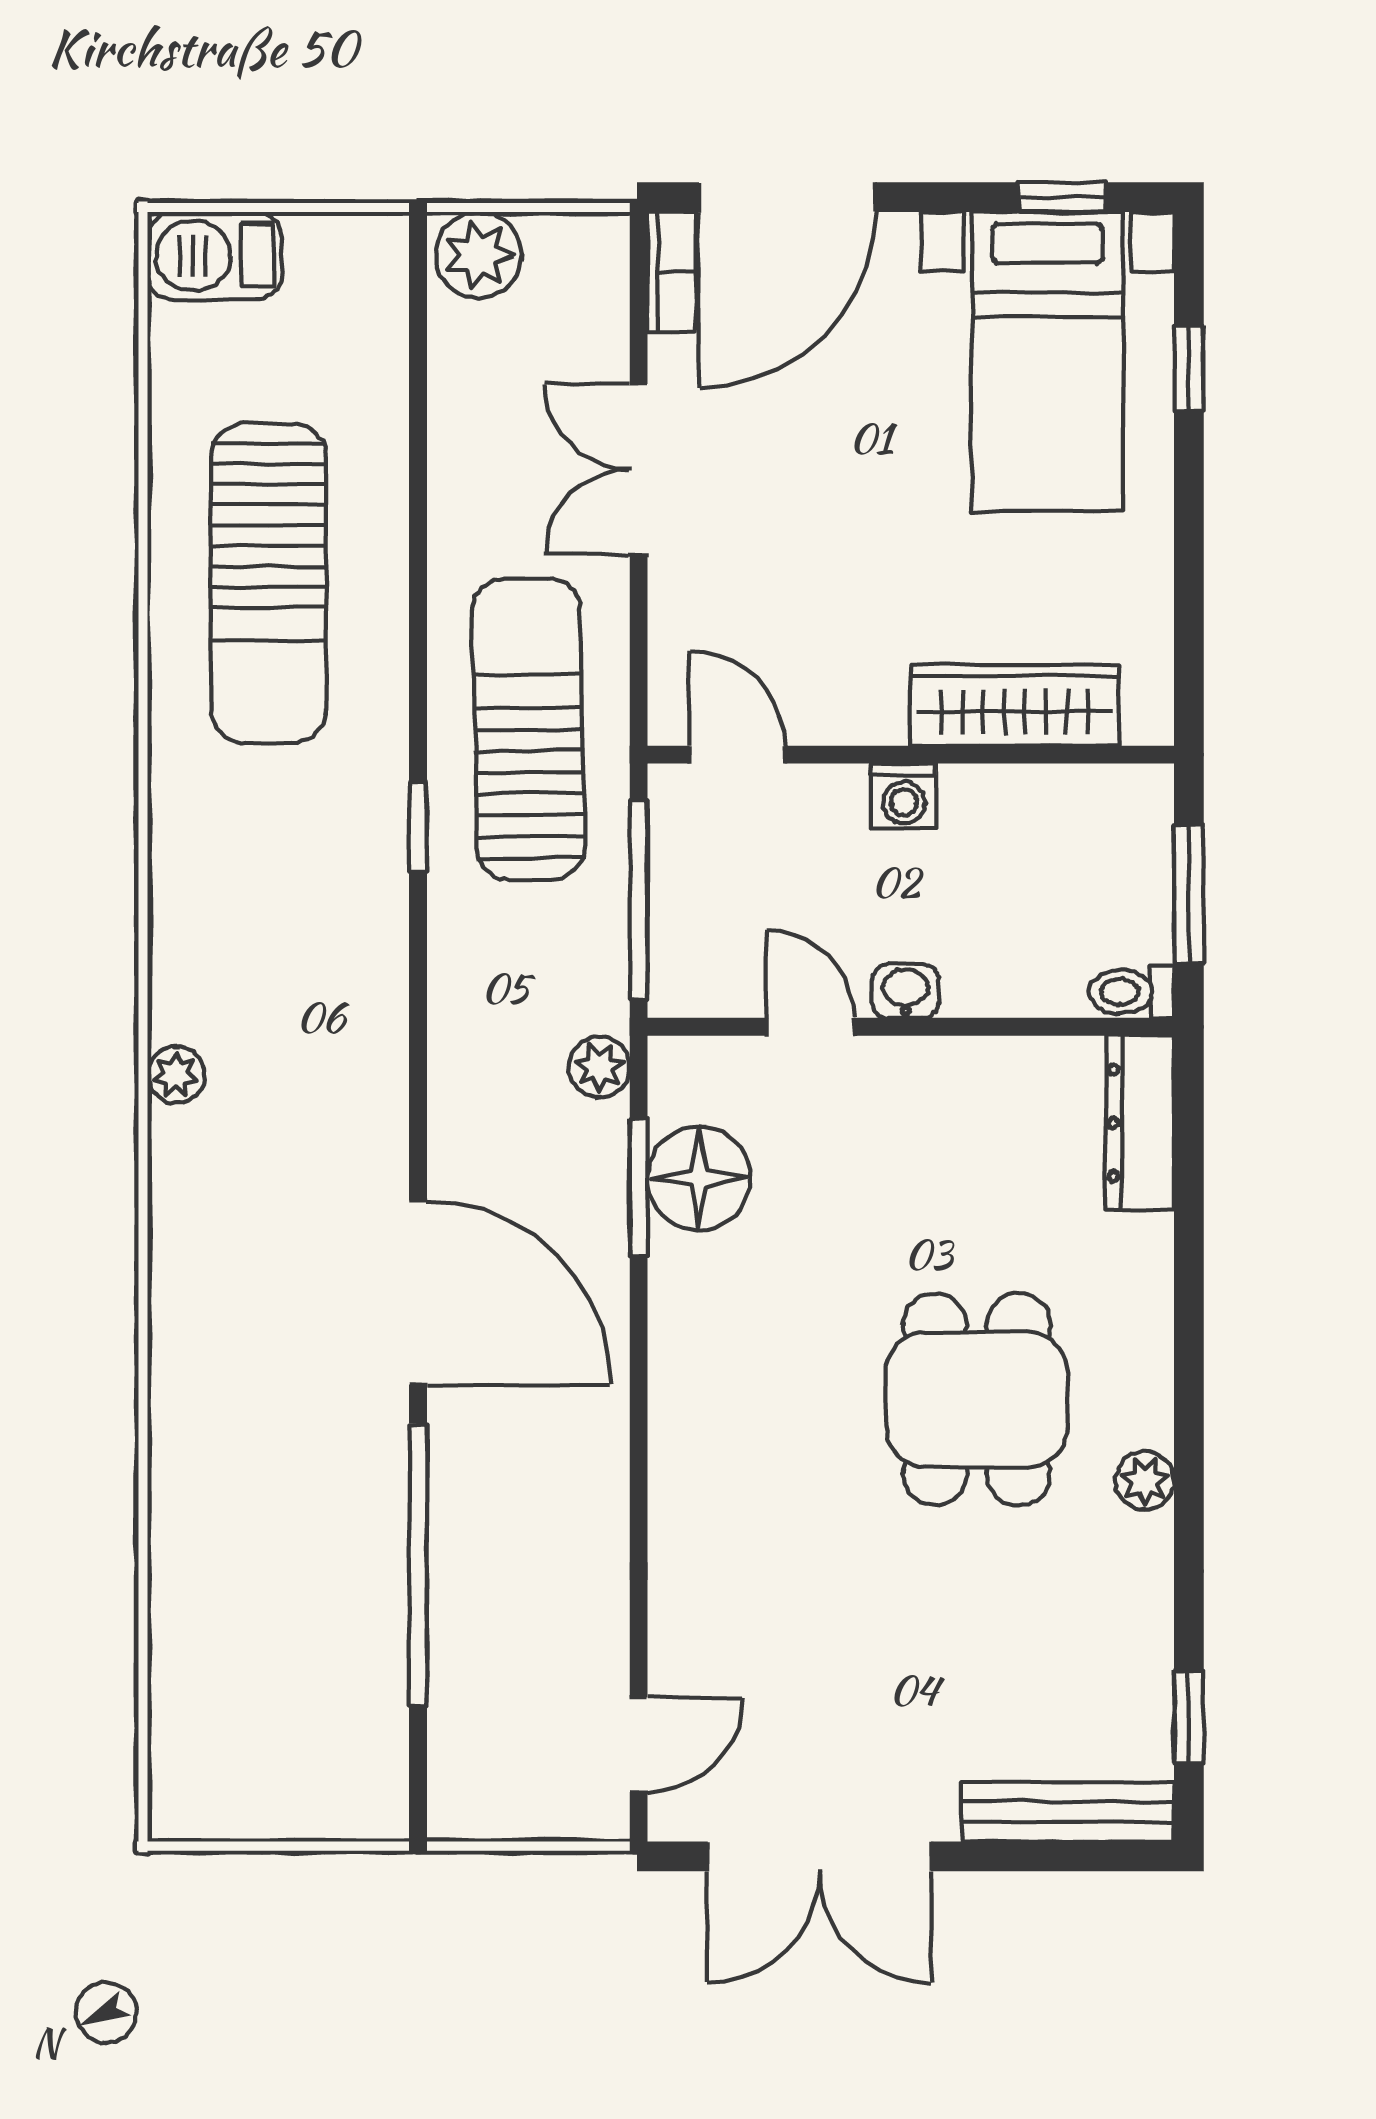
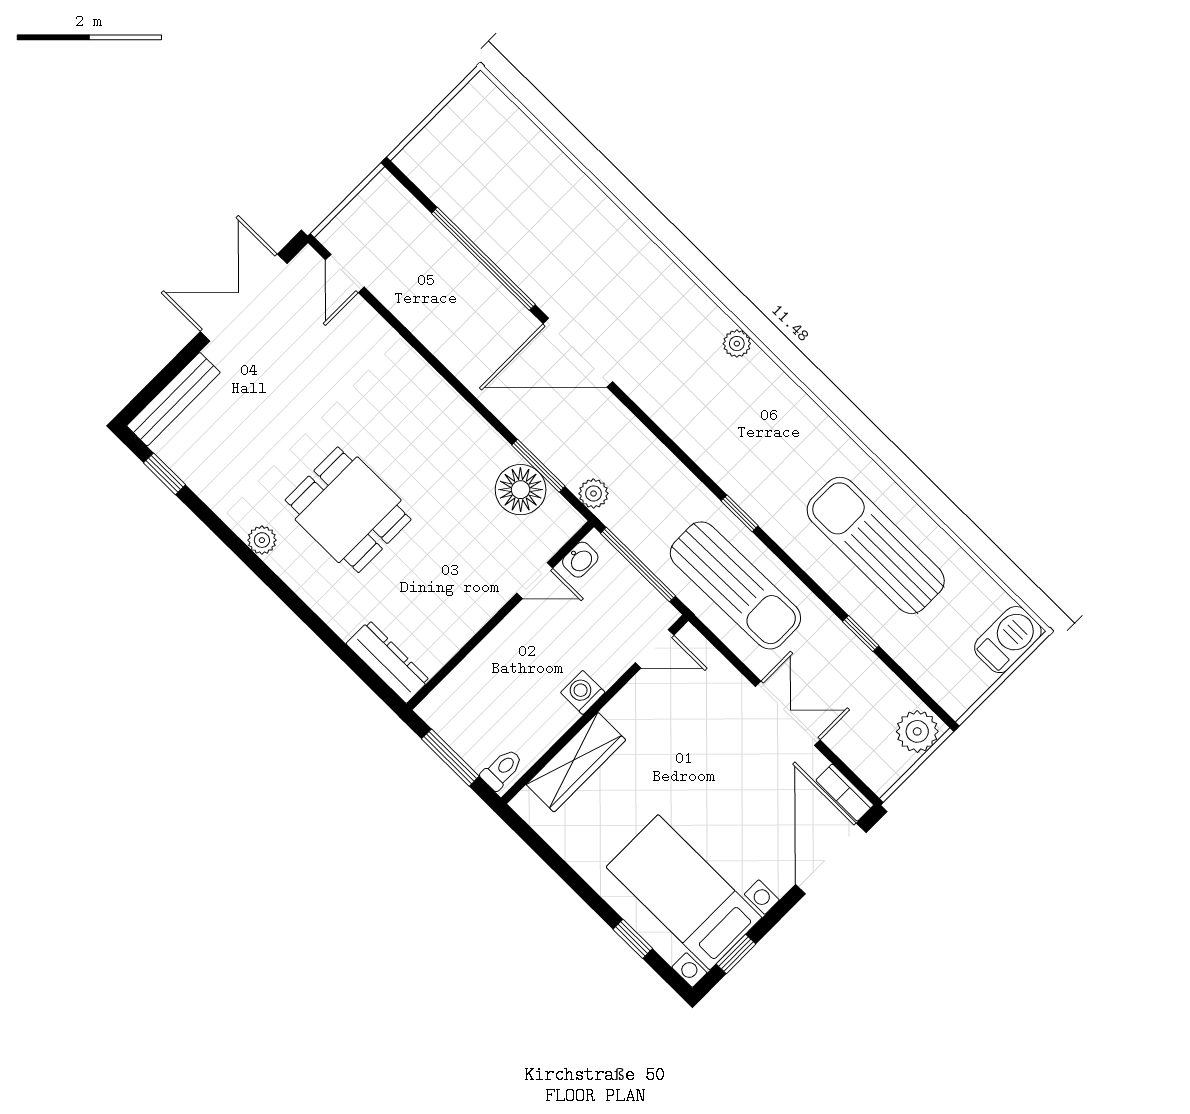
window: (418, 478) -> (861, 634), added
washbasin: (905, 991) -> (580, 560), moved
toilet: (1132, 992) -> (502, 769), moved

